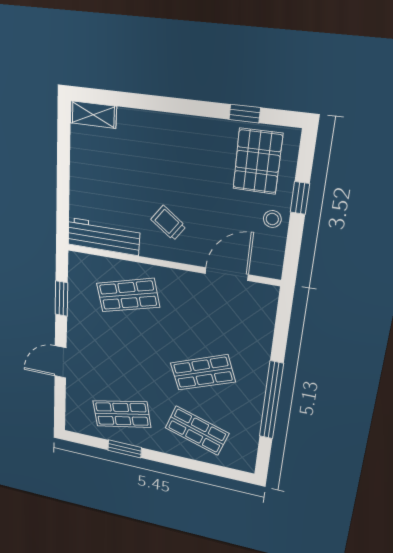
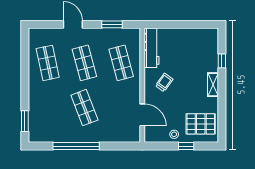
window: (245, 114) -> (222, 61), moved
shelving: (93, 115) -> (213, 85), moved
shop shelf: (197, 431) -> (84, 63), moved, turned -33
window: (125, 449) -> (25, 121), moved

